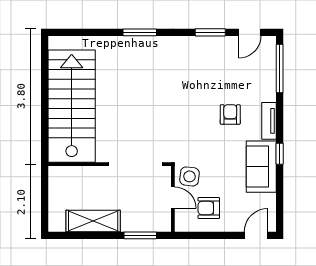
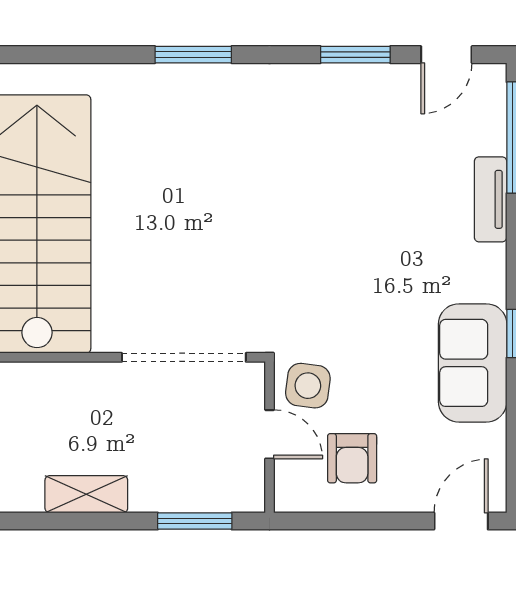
armchair: (230, 114) -> (402, 243), removed
tv unit: (269, 121) -> (491, 199), moved
armchair: (209, 208) -> (352, 458), turned -90
shelving: (93, 221) -> (86, 494), width x0.67, depth x0.75

